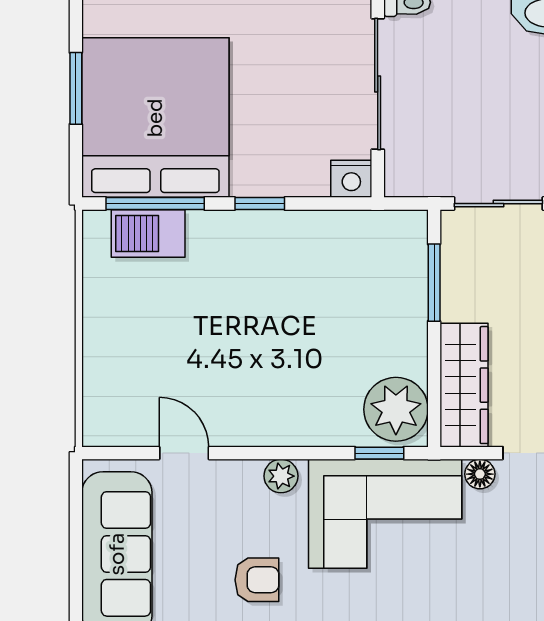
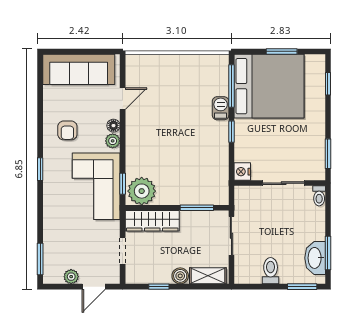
sliding door: (378, 84) -> (284, 183), width x0.73
barbecue: (148, 234) -> (221, 108), moved, width x0.73, depth x0.79
floor lamp: (480, 474) -> (113, 126), moved

